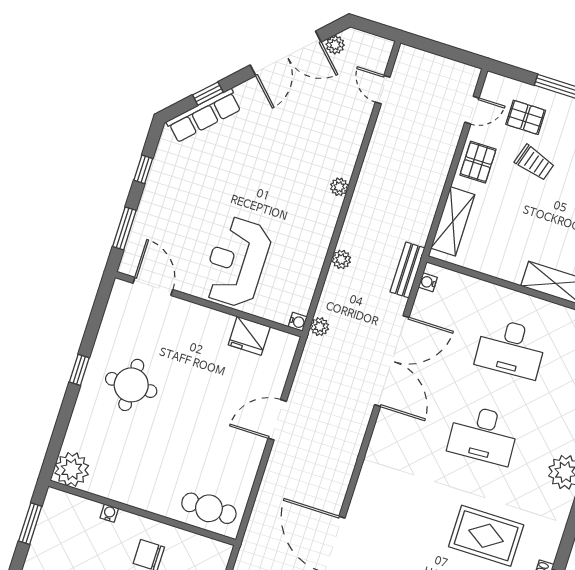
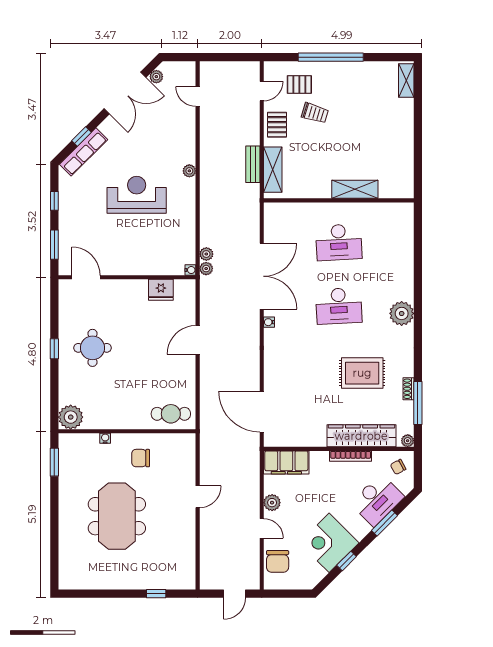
plant: (341, 259) -> (206, 254), moved
reception desk: (237, 262) -> (137, 195), moved, turned 90
bench: (408, 270) -> (253, 164), moved
water cooler: (428, 282) -> (269, 322), moved

